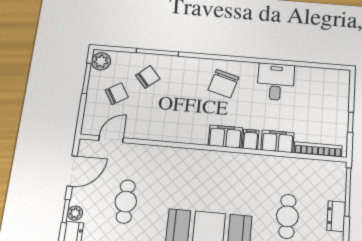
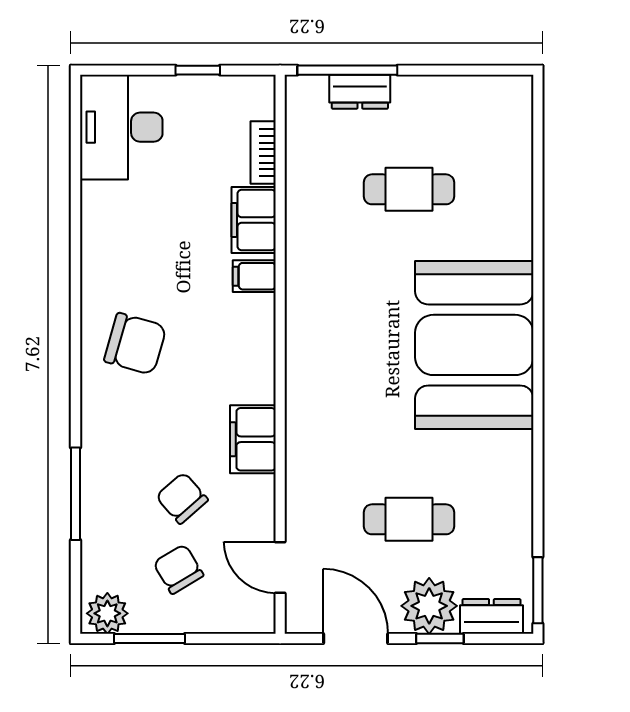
chair: (148, 77) -> (182, 498), moved
desk: (276, 82) -> (121, 127), moved, width x1.37
filing cabinet: (225, 137) -> (253, 439), moved
bookcase: (318, 149) -> (263, 153), width x0.64
plant: (75, 213) -> (429, 606), width x1.88, depth x1.88
dresser: (336, 216) -> (360, 92), moved

